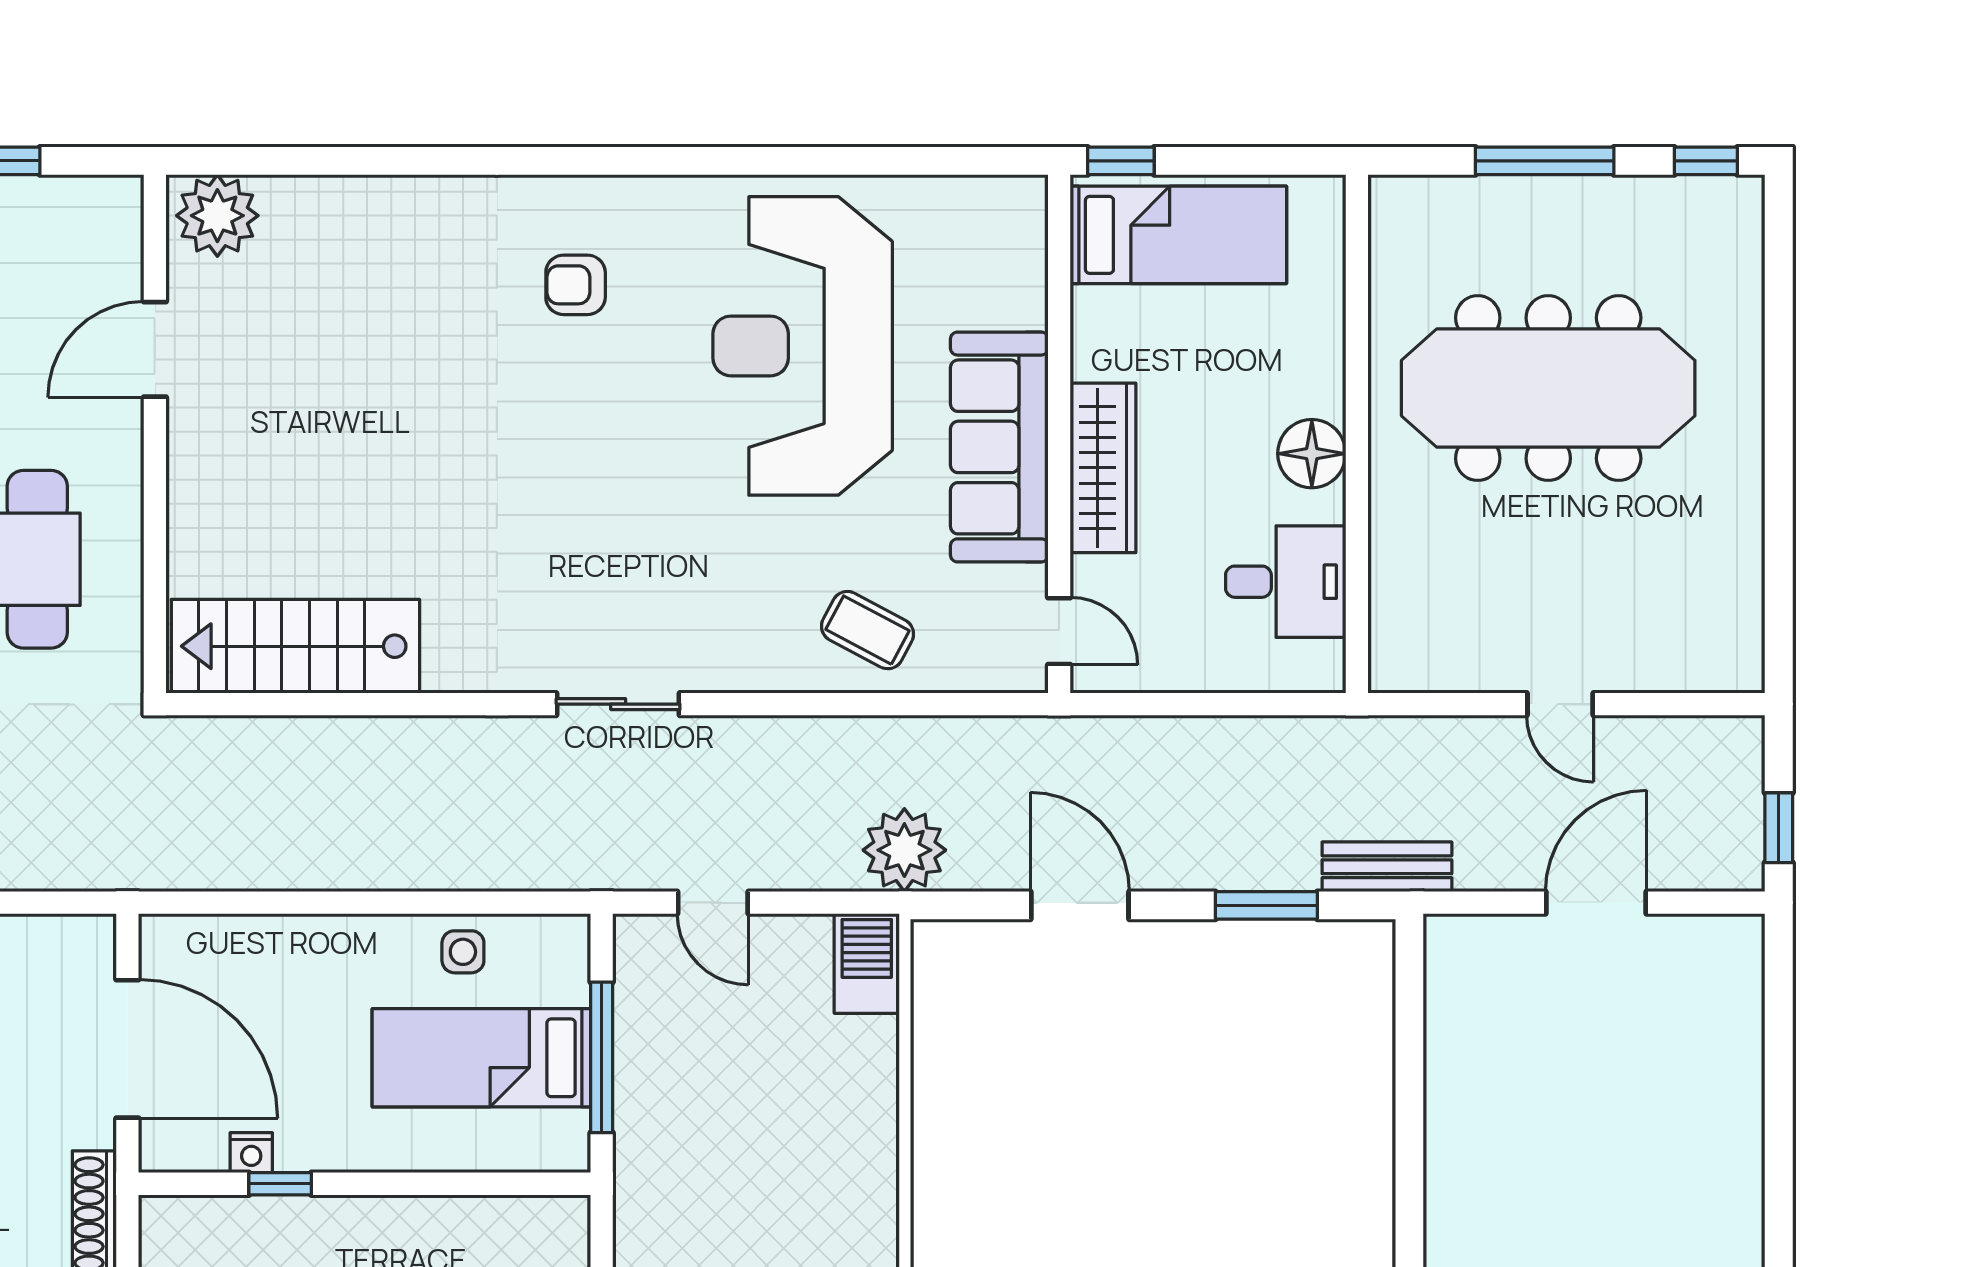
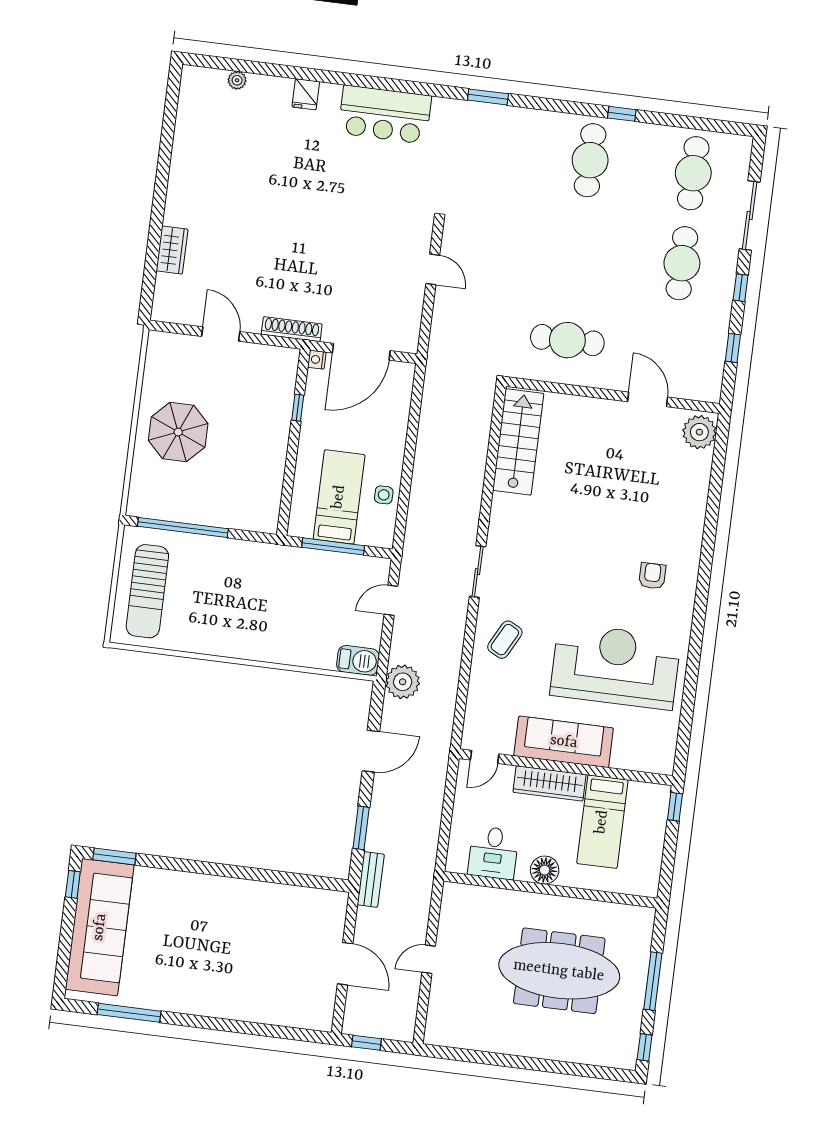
bed: (1178, 235) -> (602, 822), moved
meeting table: (1548, 388) -> (559, 971), turned 90
coffee table: (867, 630) -> (505, 640), moved
nightstand: (251, 1153) -> (317, 360), moved

